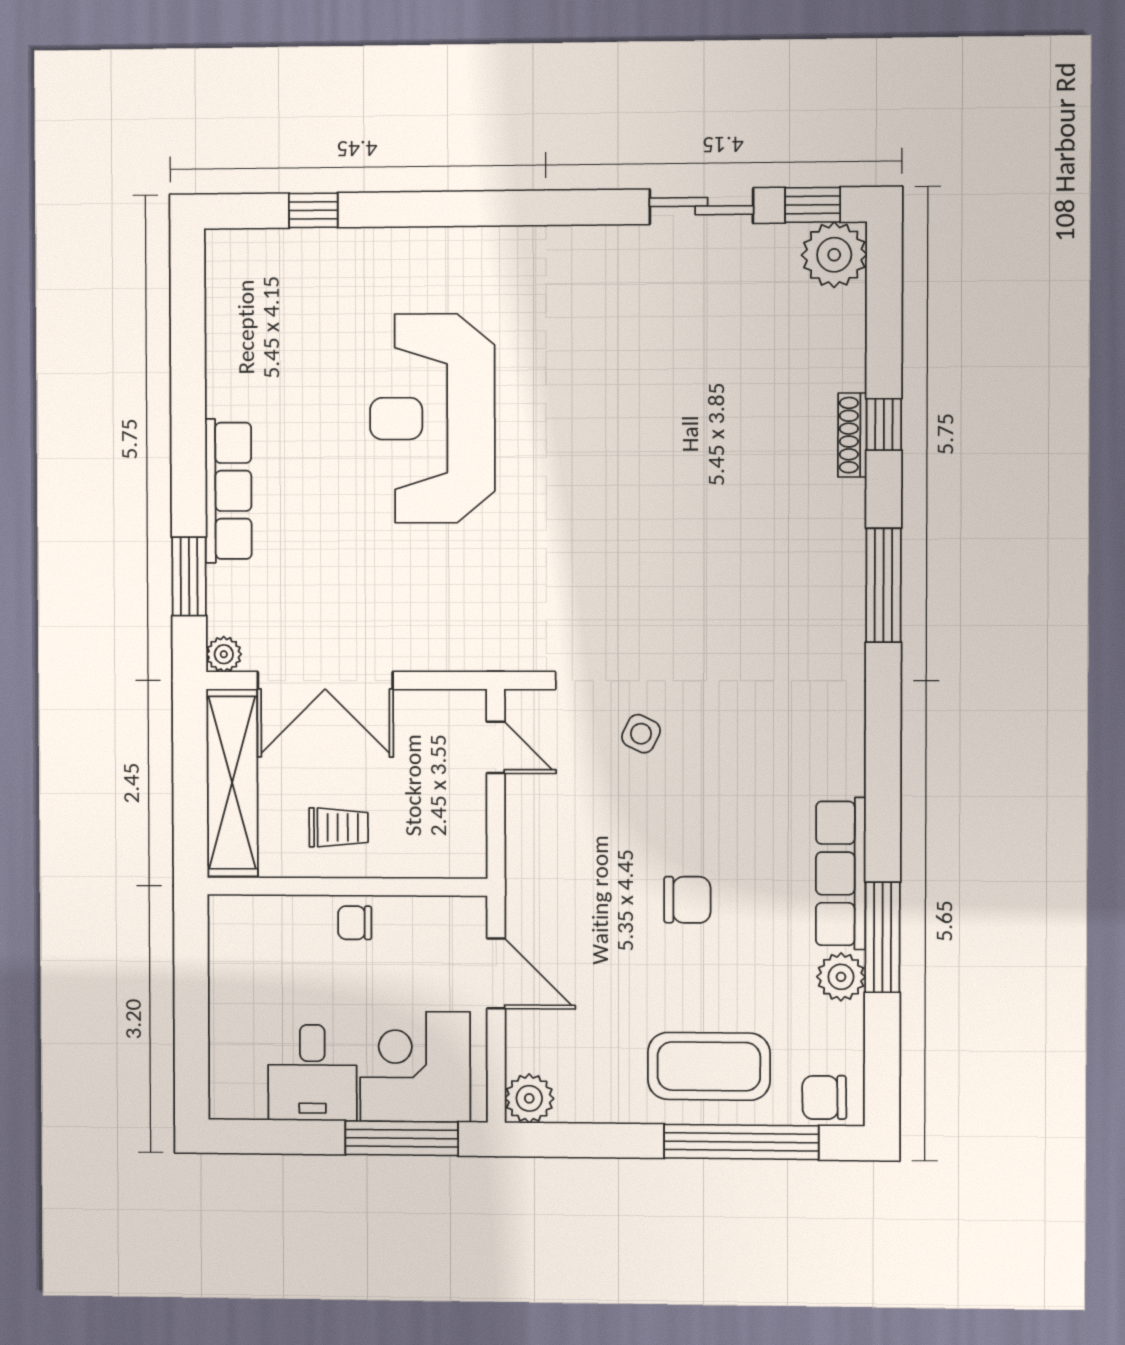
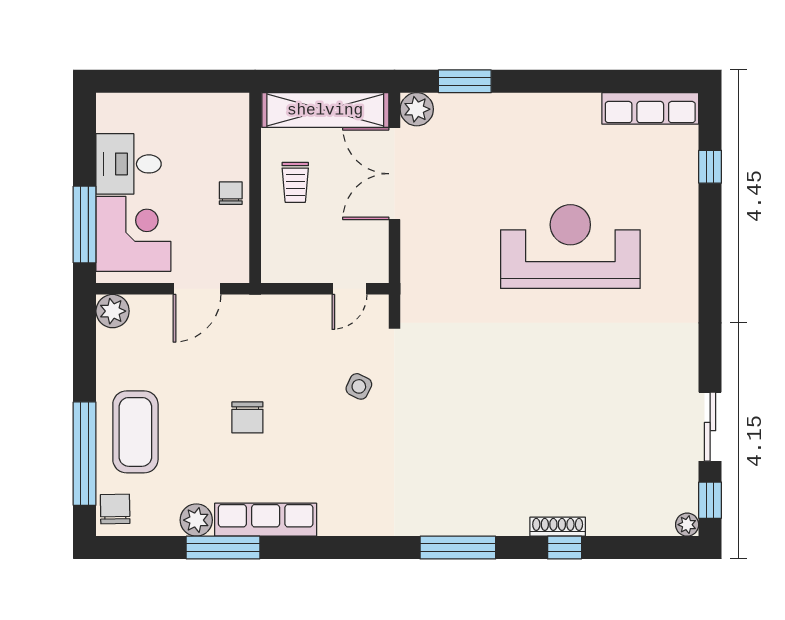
plant: (834, 255) -> (687, 525), width x0.53, depth x0.53
row of seats: (228, 491) -> (650, 108), moved
plant: (224, 654) -> (417, 109), width x1.38, depth x1.38

